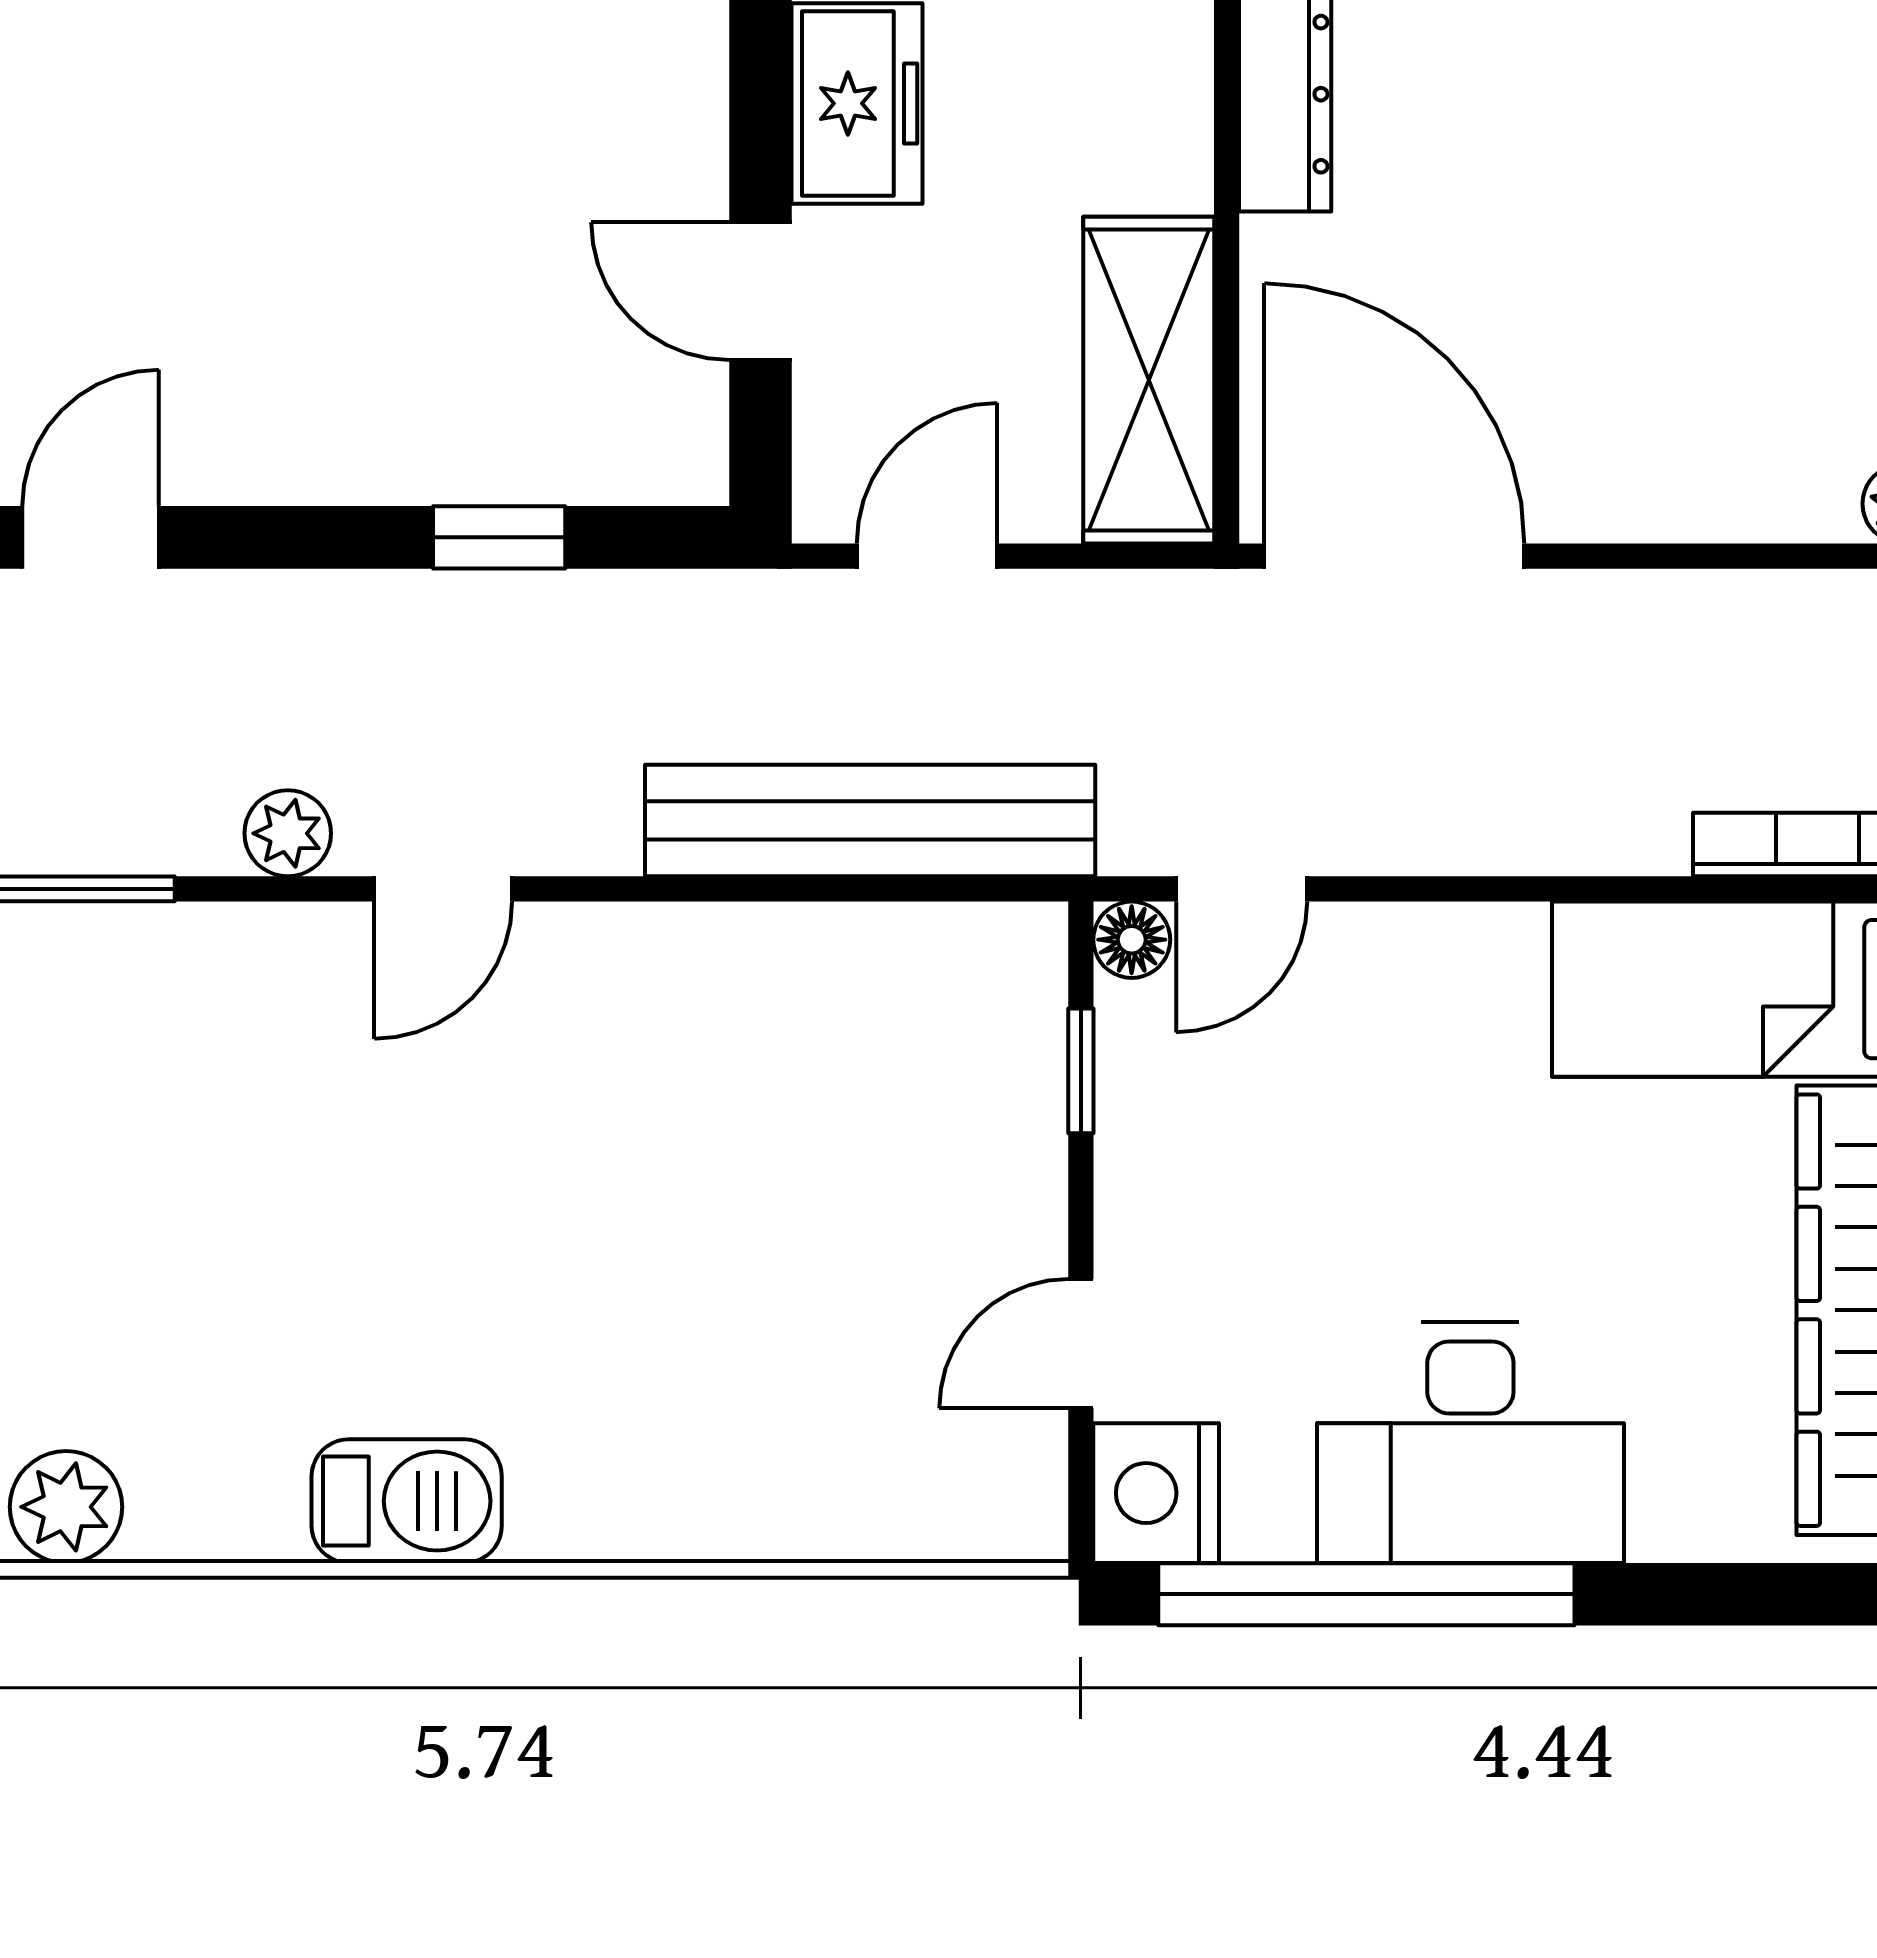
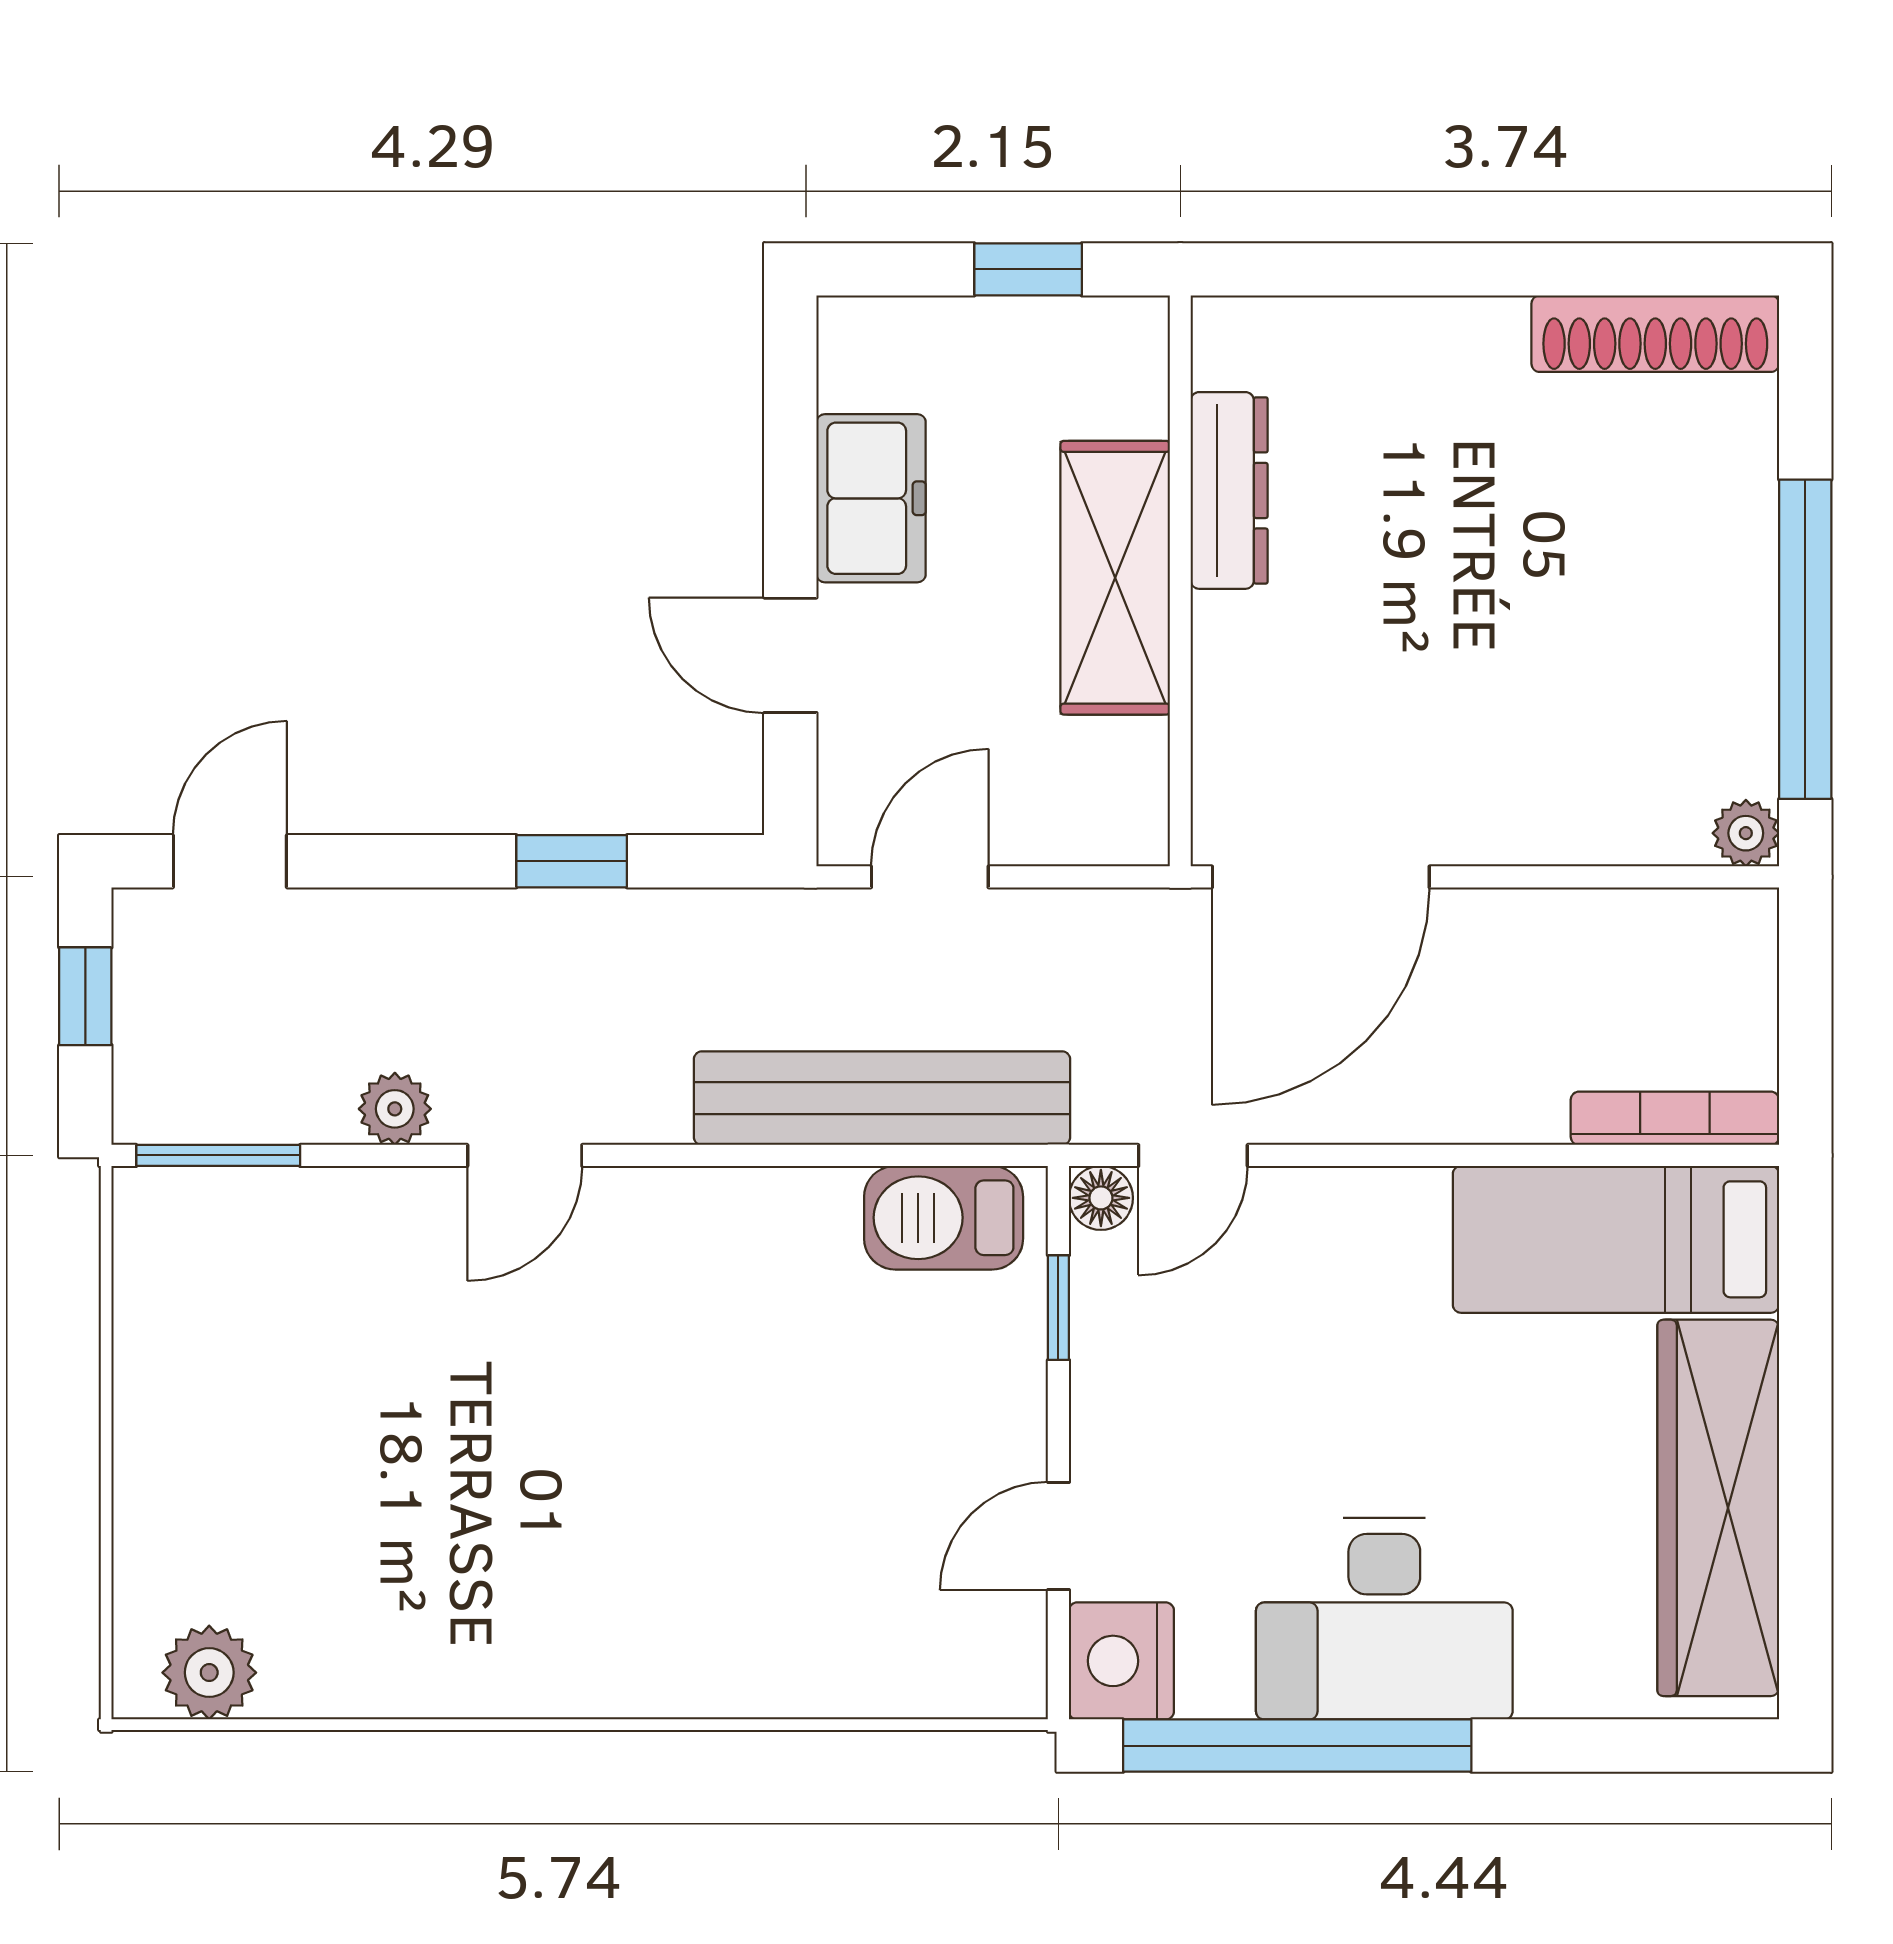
shelving: (1149, 380) -> (1115, 578), moved
door: (1394, 556) -> (1321, 877), swing flipped
barbecue: (407, 1501) -> (944, 1218), moved, turned 180

